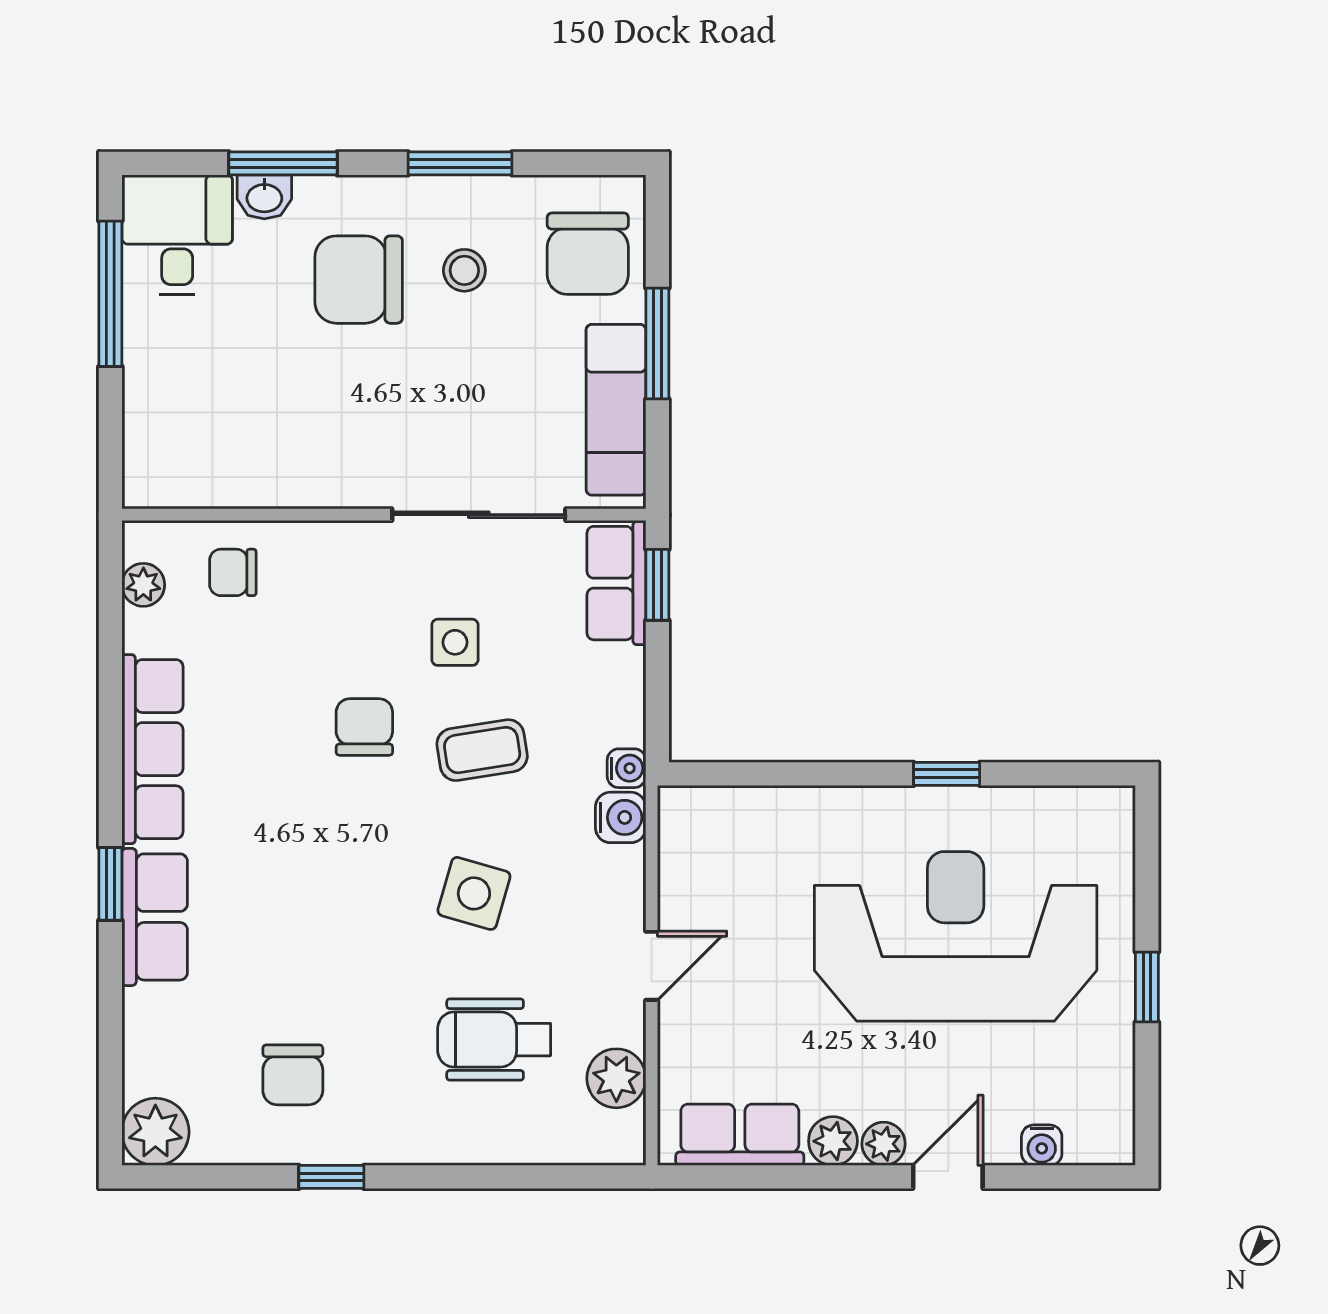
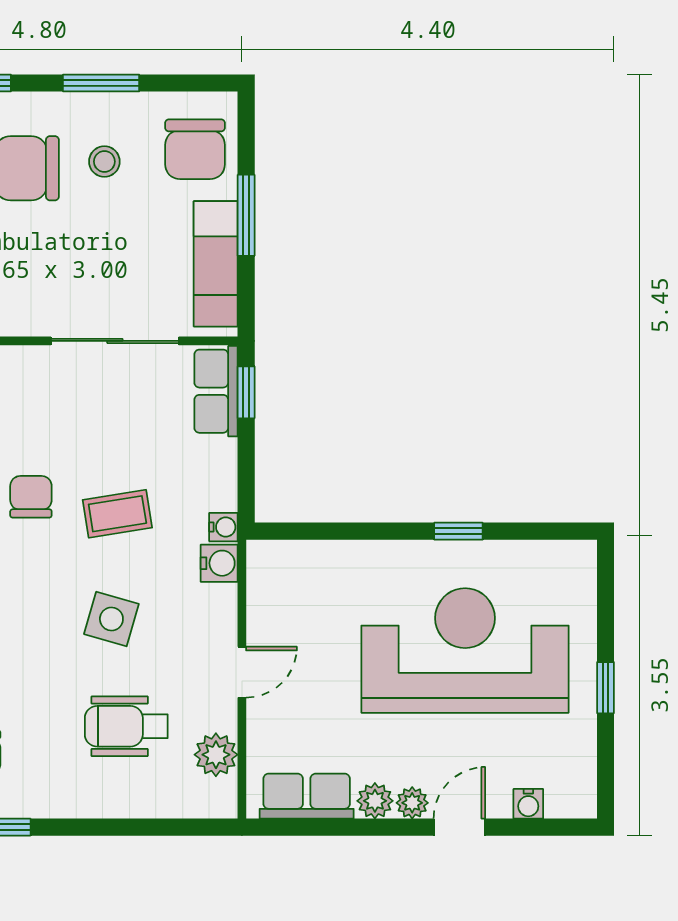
side table: (455, 642) -> (98, 435), removed

